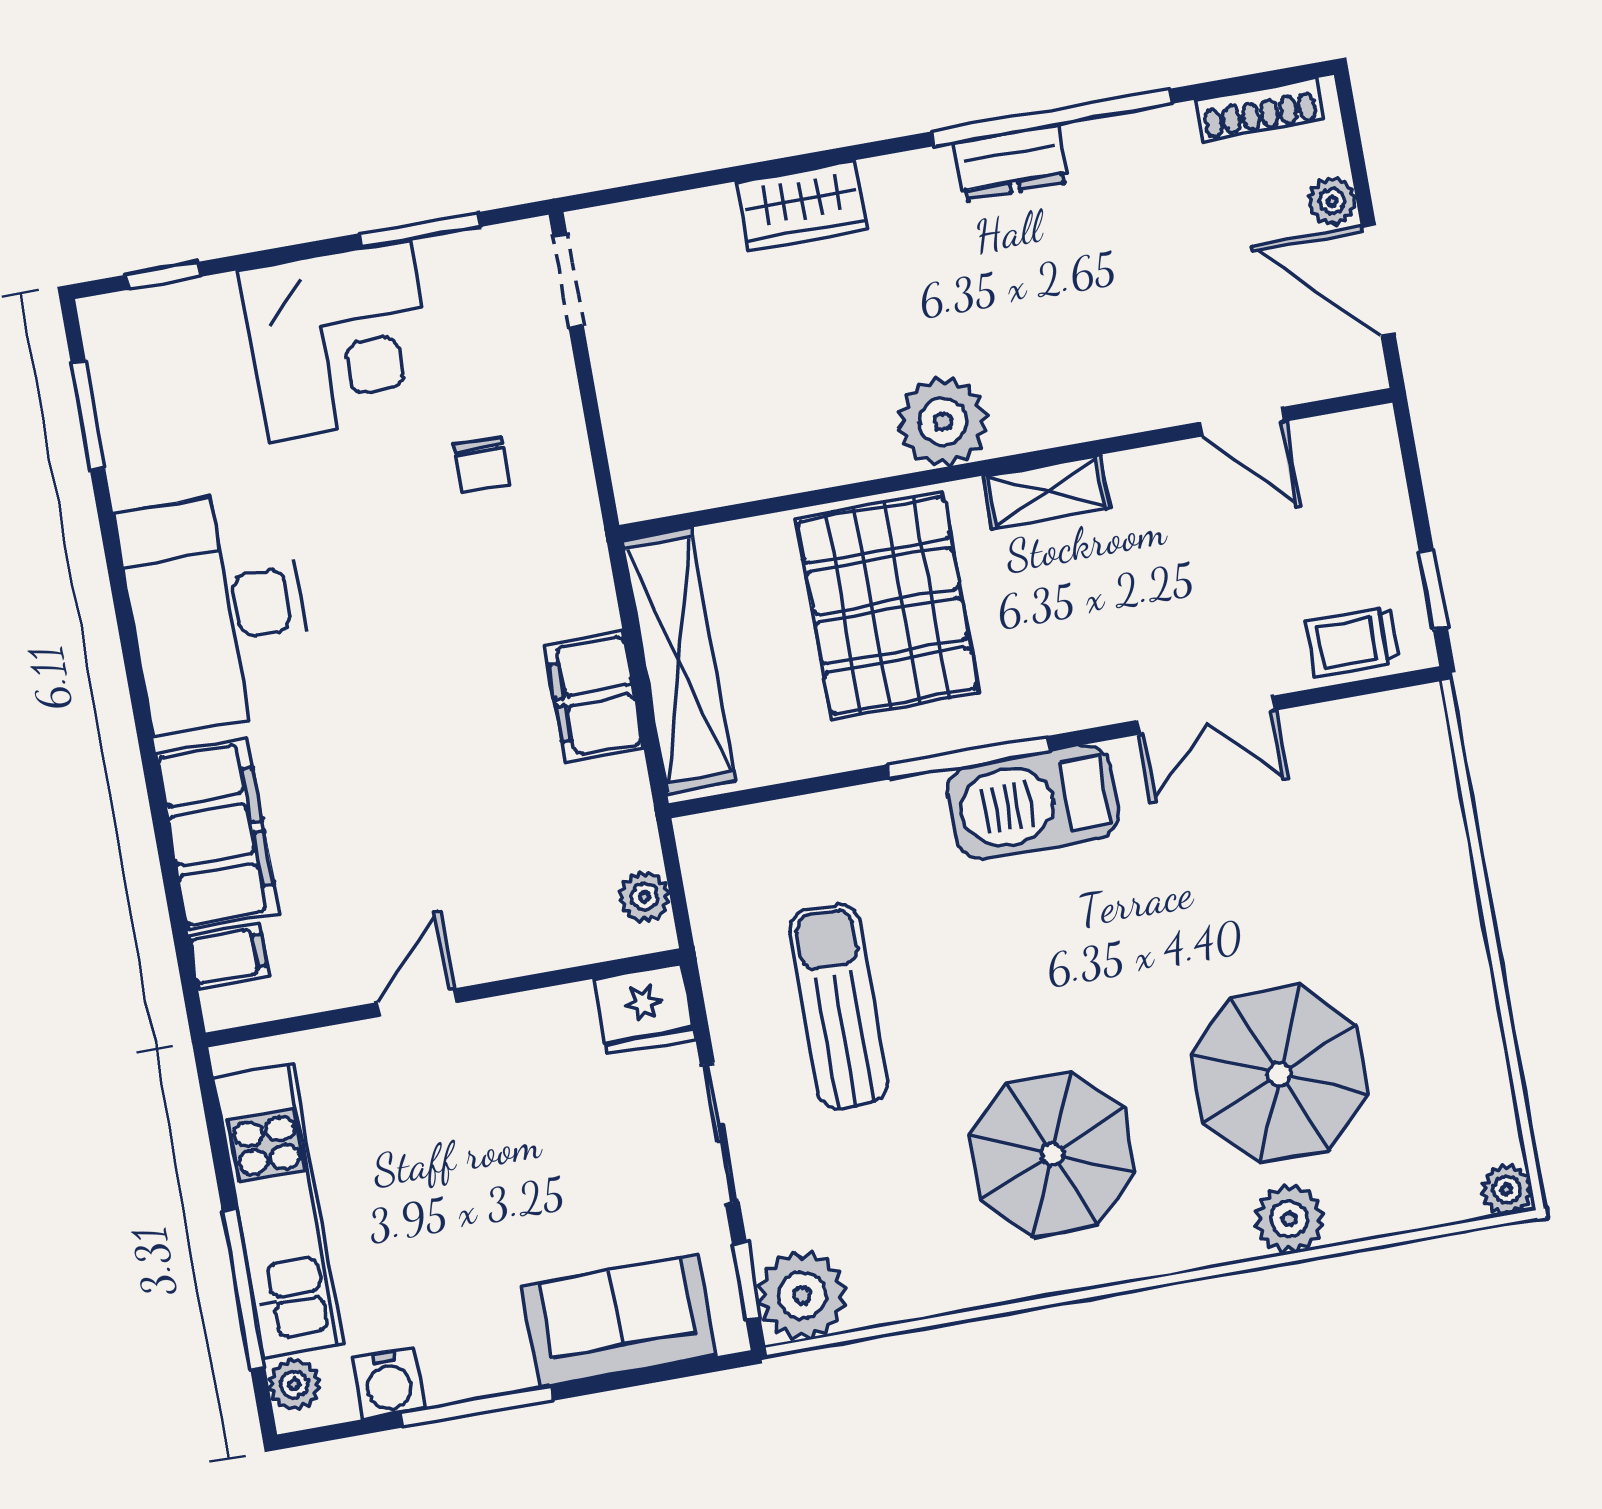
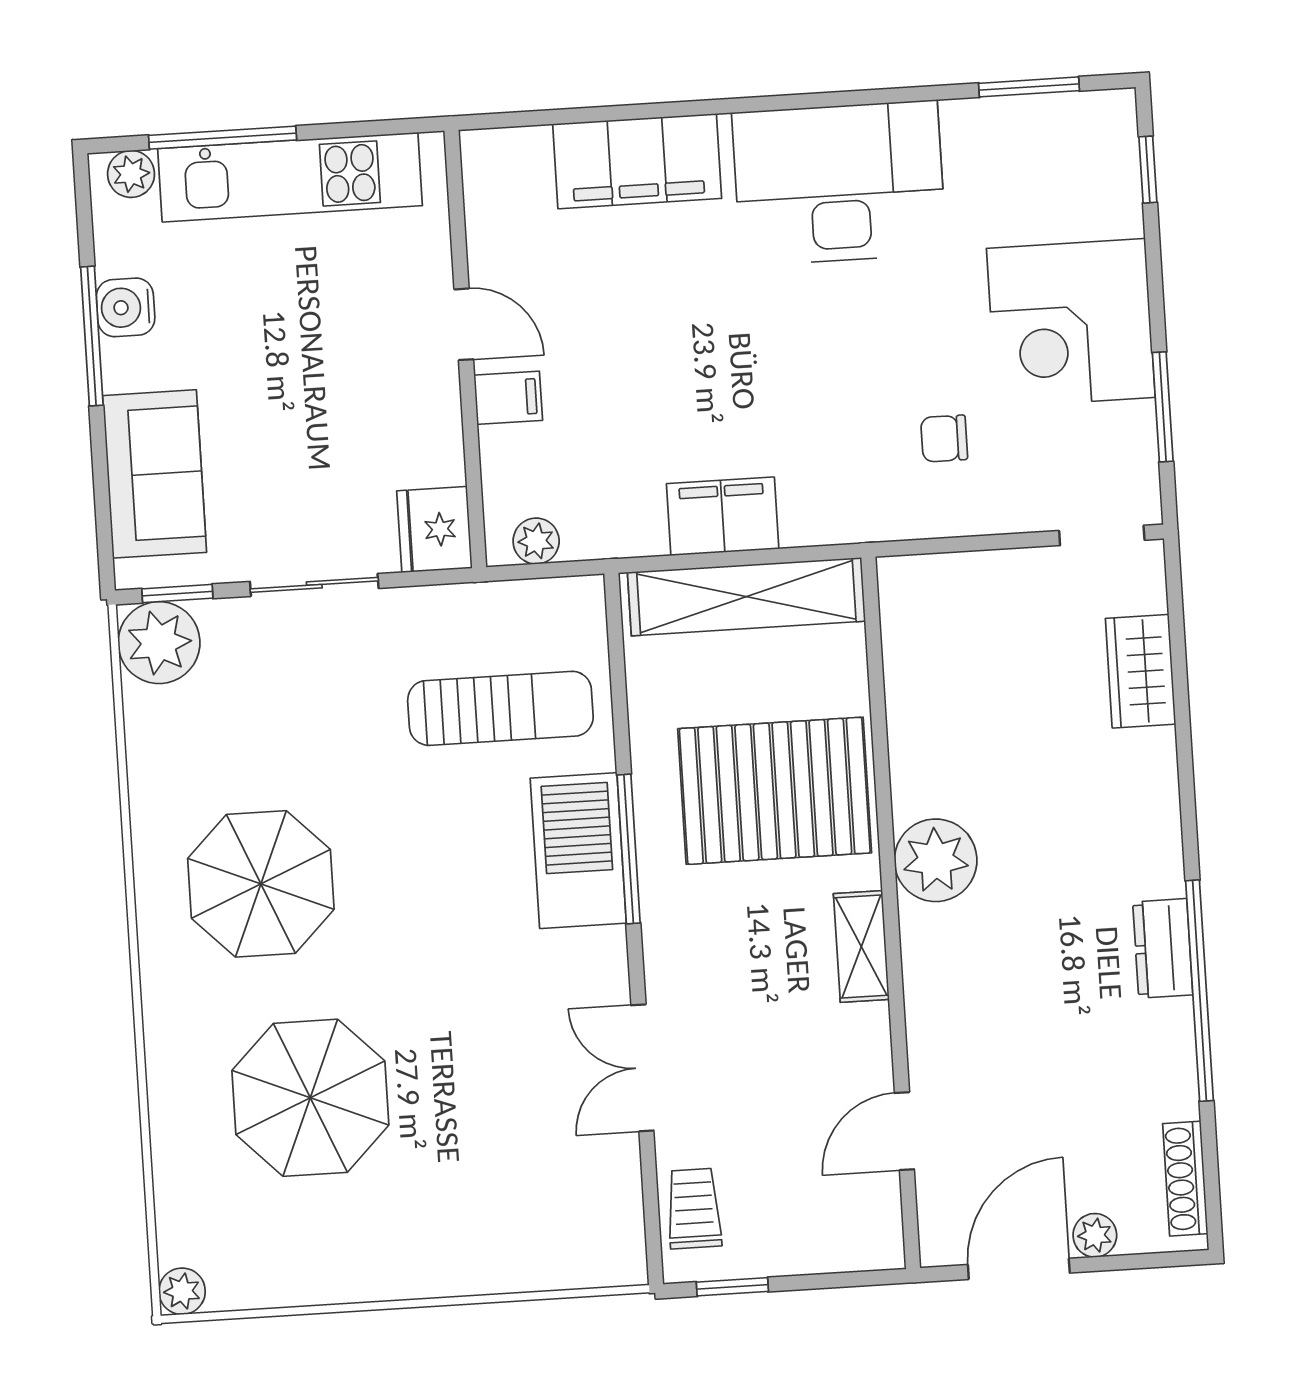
wardrobe: (802, 205) -> (1141, 671), moved
barbecue: (1033, 802) -> (578, 851), moved
filing cabinet: (229, 956) -> (508, 398), moved, turned -90
sun lounger: (839, 1006) -> (500, 708), moved
plant: (1289, 1219) -> (178, 1091), removed
water cooler: (388, 1383) -> (126, 307), moved

